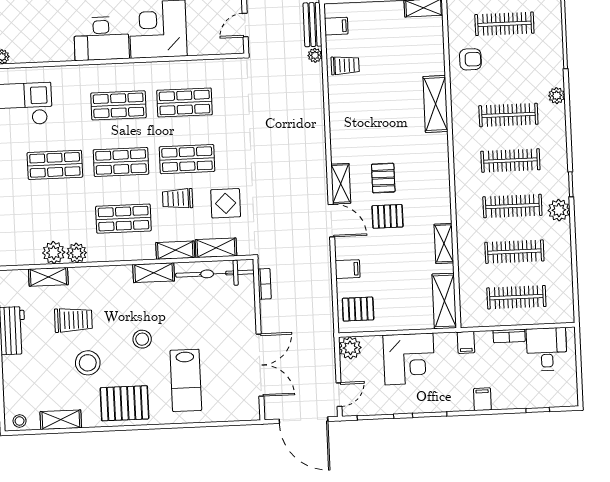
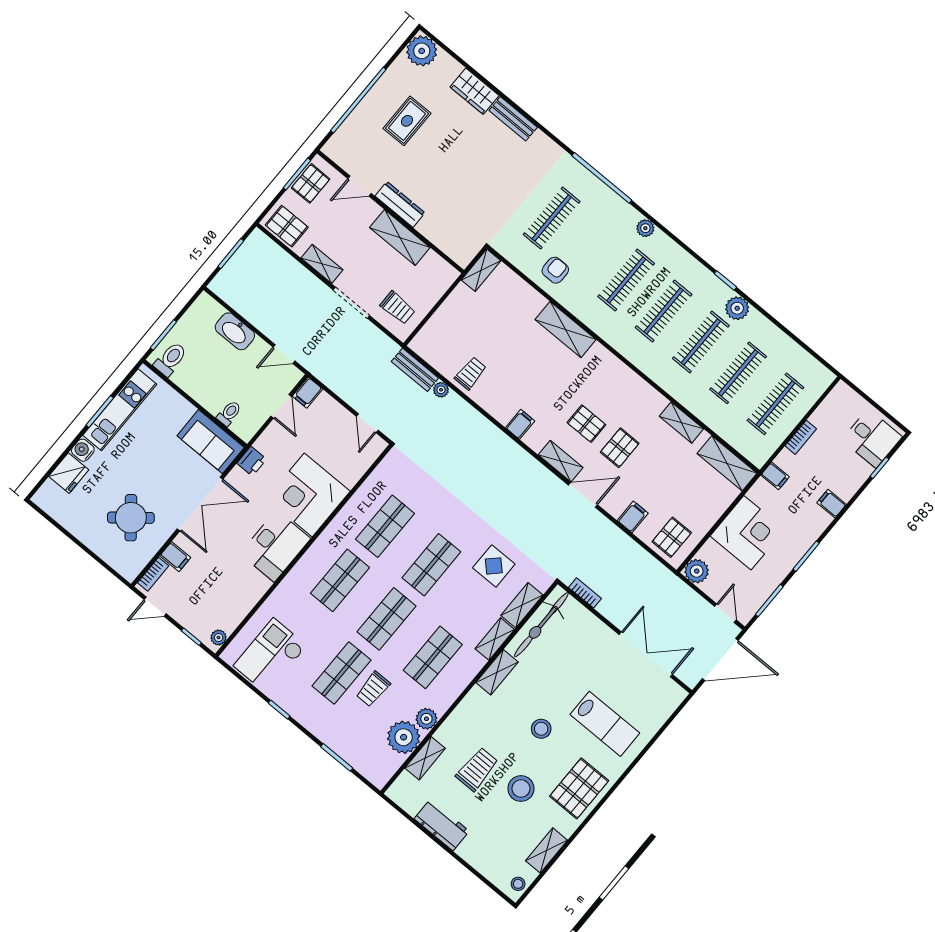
filing cabinet: (336, 26) -> (520, 424), moved
trolley: (178, 199) -> (373, 689), moved
plant: (54, 253) -> (404, 737), width x1.36, depth x1.36
desk: (547, 349) -> (872, 438), moved, turned 180

